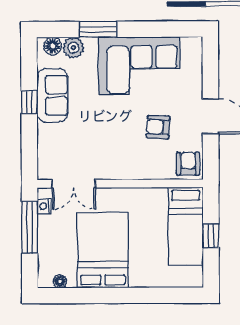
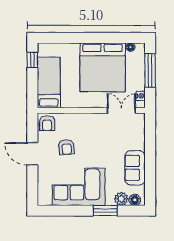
window: (29, 102) -> (150, 163), removed
armchair: (158, 127) -> (66, 147), turned 80
window: (30, 227) -> (150, 70), moved
window: (211, 236) -> (32, 60), moved
bed: (103, 250) -> (103, 67), width x1.36

